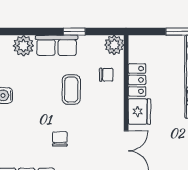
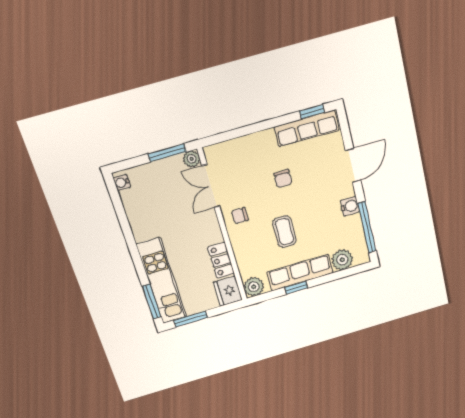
row of seats: (57, 45) -> (300, 273), width x1.48
chair: (106, 75) -> (240, 216), moved
fridge: (139, 111) -> (228, 291), moved

